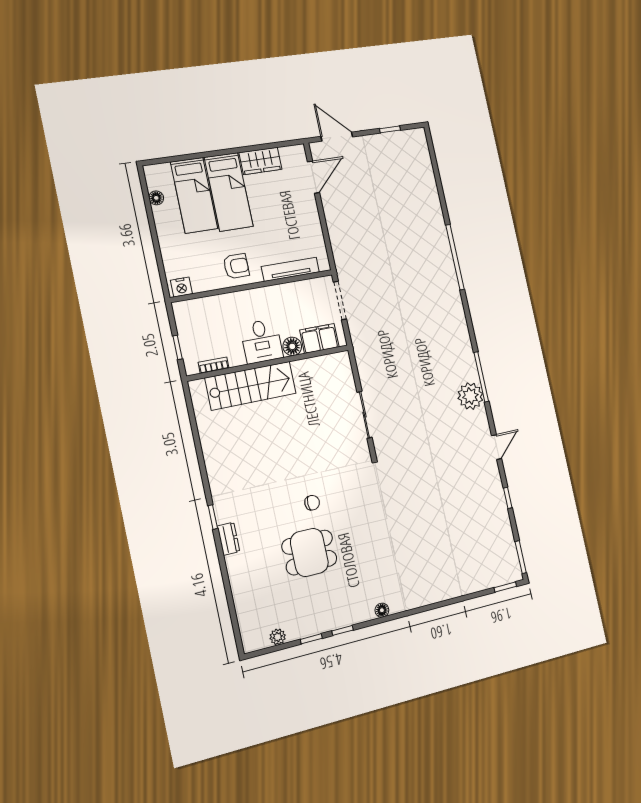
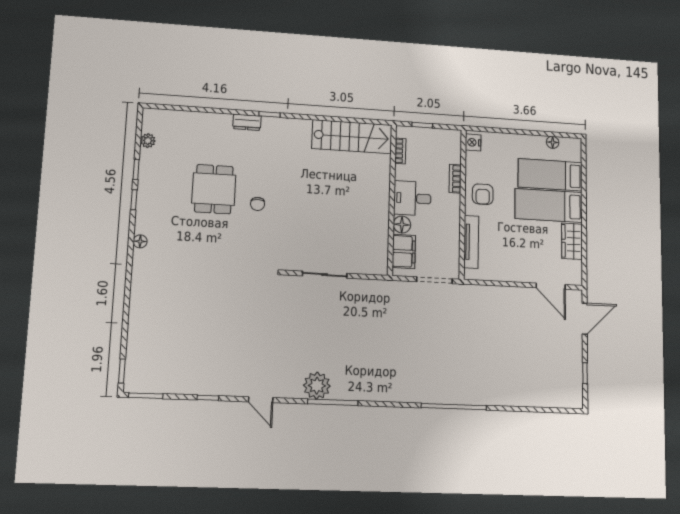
bookcase: (228, 299) -> (455, 179), added
stairs: (251, 386) -> (352, 137), moved, turned -90

